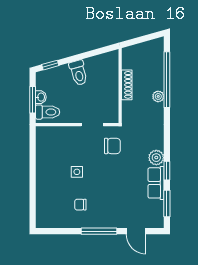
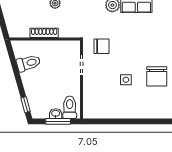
toilet: (78, 73) -> (28, 63), moved
chair: (112, 146) -> (102, 46), turned 90
chair: (80, 205) -> (157, 76), width x1.87, depth x1.87

